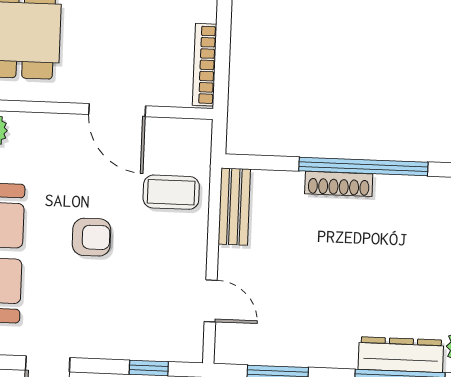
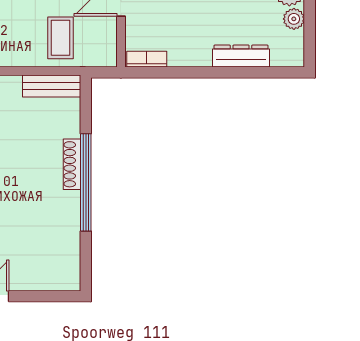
bookcase: (205, 65) -> (147, 59), width x0.64

